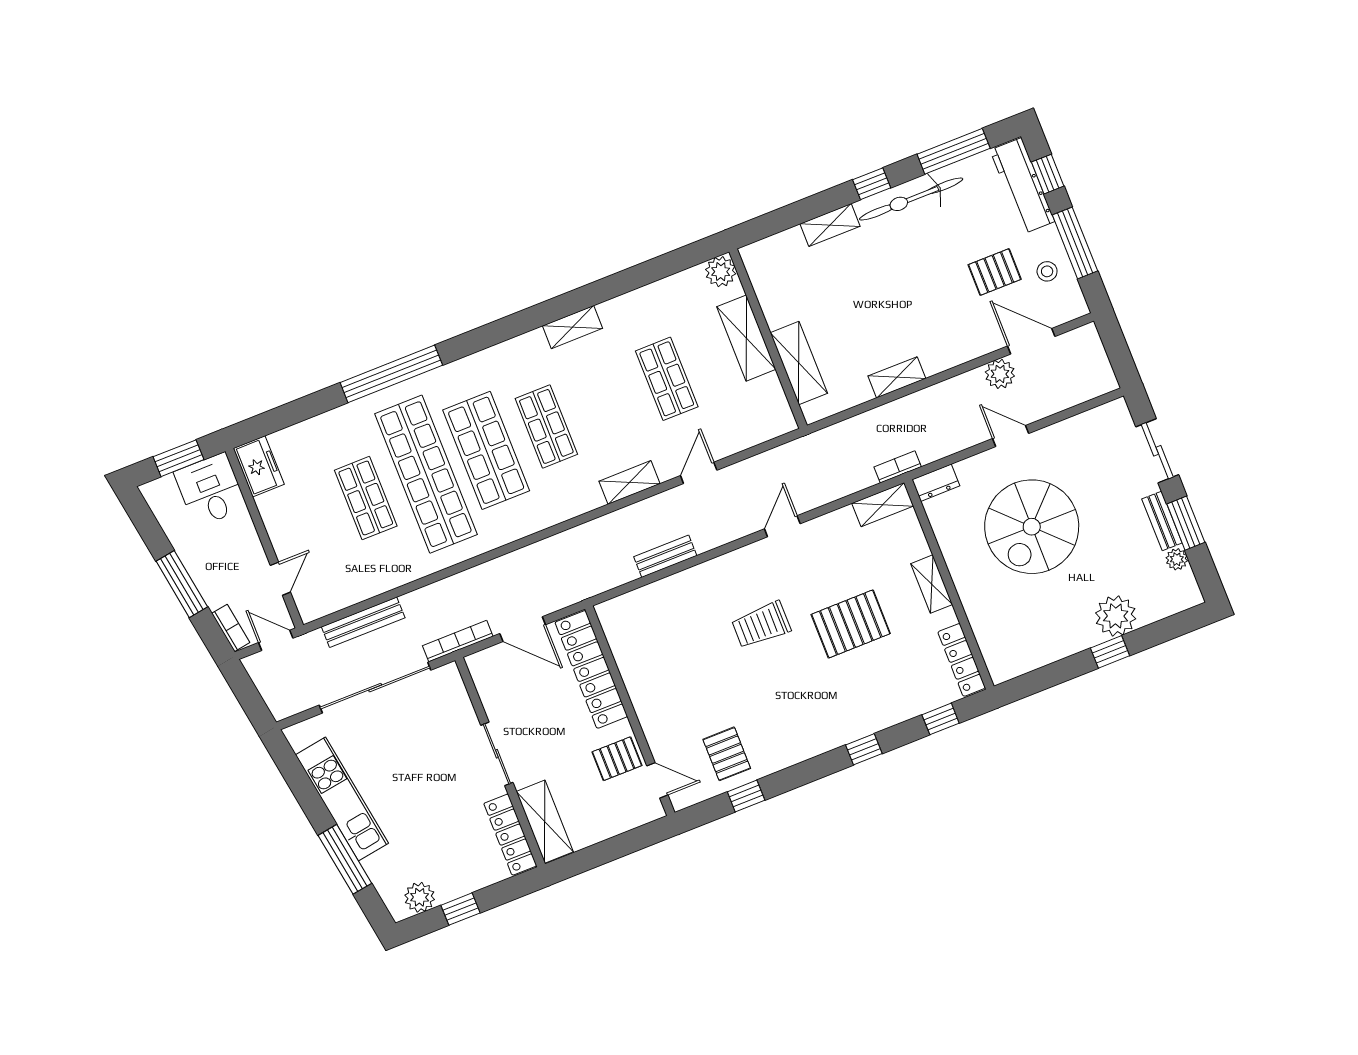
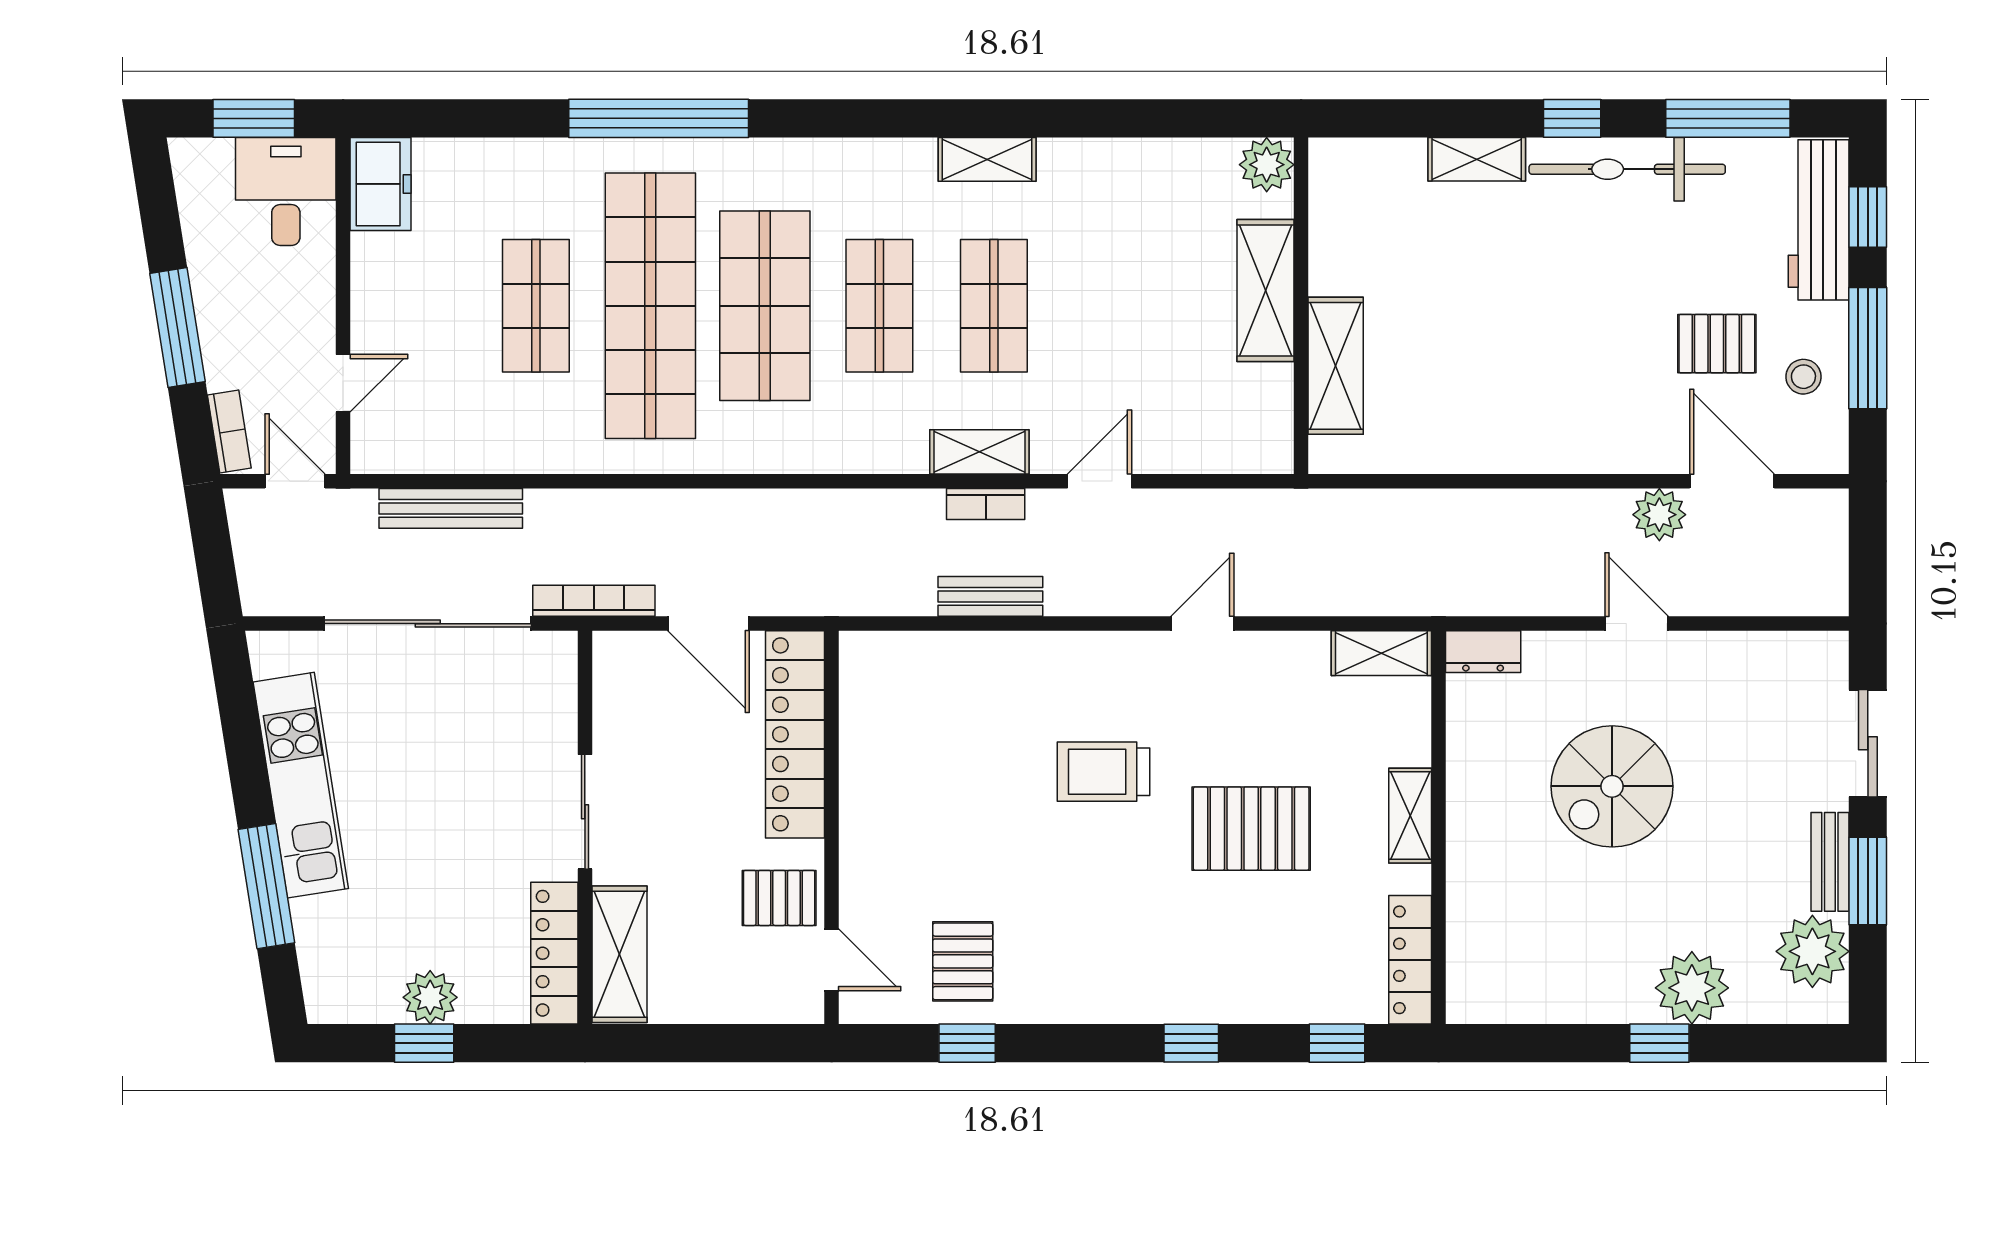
shelving: (897, 377) -> (1488, 453), removed
shop shelf: (667, 379) -> (994, 306), moved
bookcase: (898, 467) -> (986, 504), moved, turned 180
spiral stairs: (1032, 527) -> (1612, 786), width x0.73, depth x0.73
plant: (1177, 559) -> (1812, 951), width x1.88, depth x1.88
plant: (420, 897) -> (430, 997), moved

